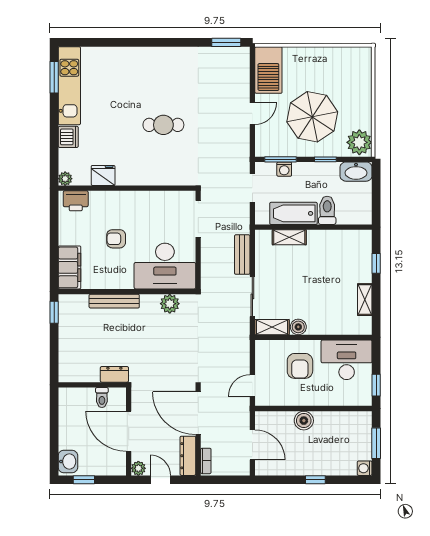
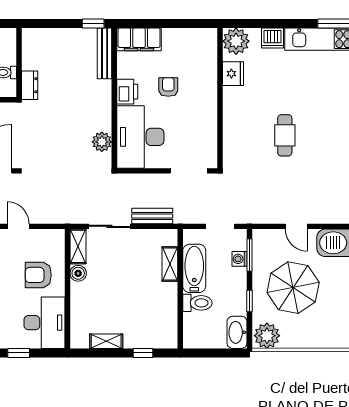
plant: (65, 179) -> (236, 41), width x1.87, depth x1.87
printer: (76, 201) -> (127, 92), moved, turned 180
bench: (114, 301) -> (105, 53), moved

